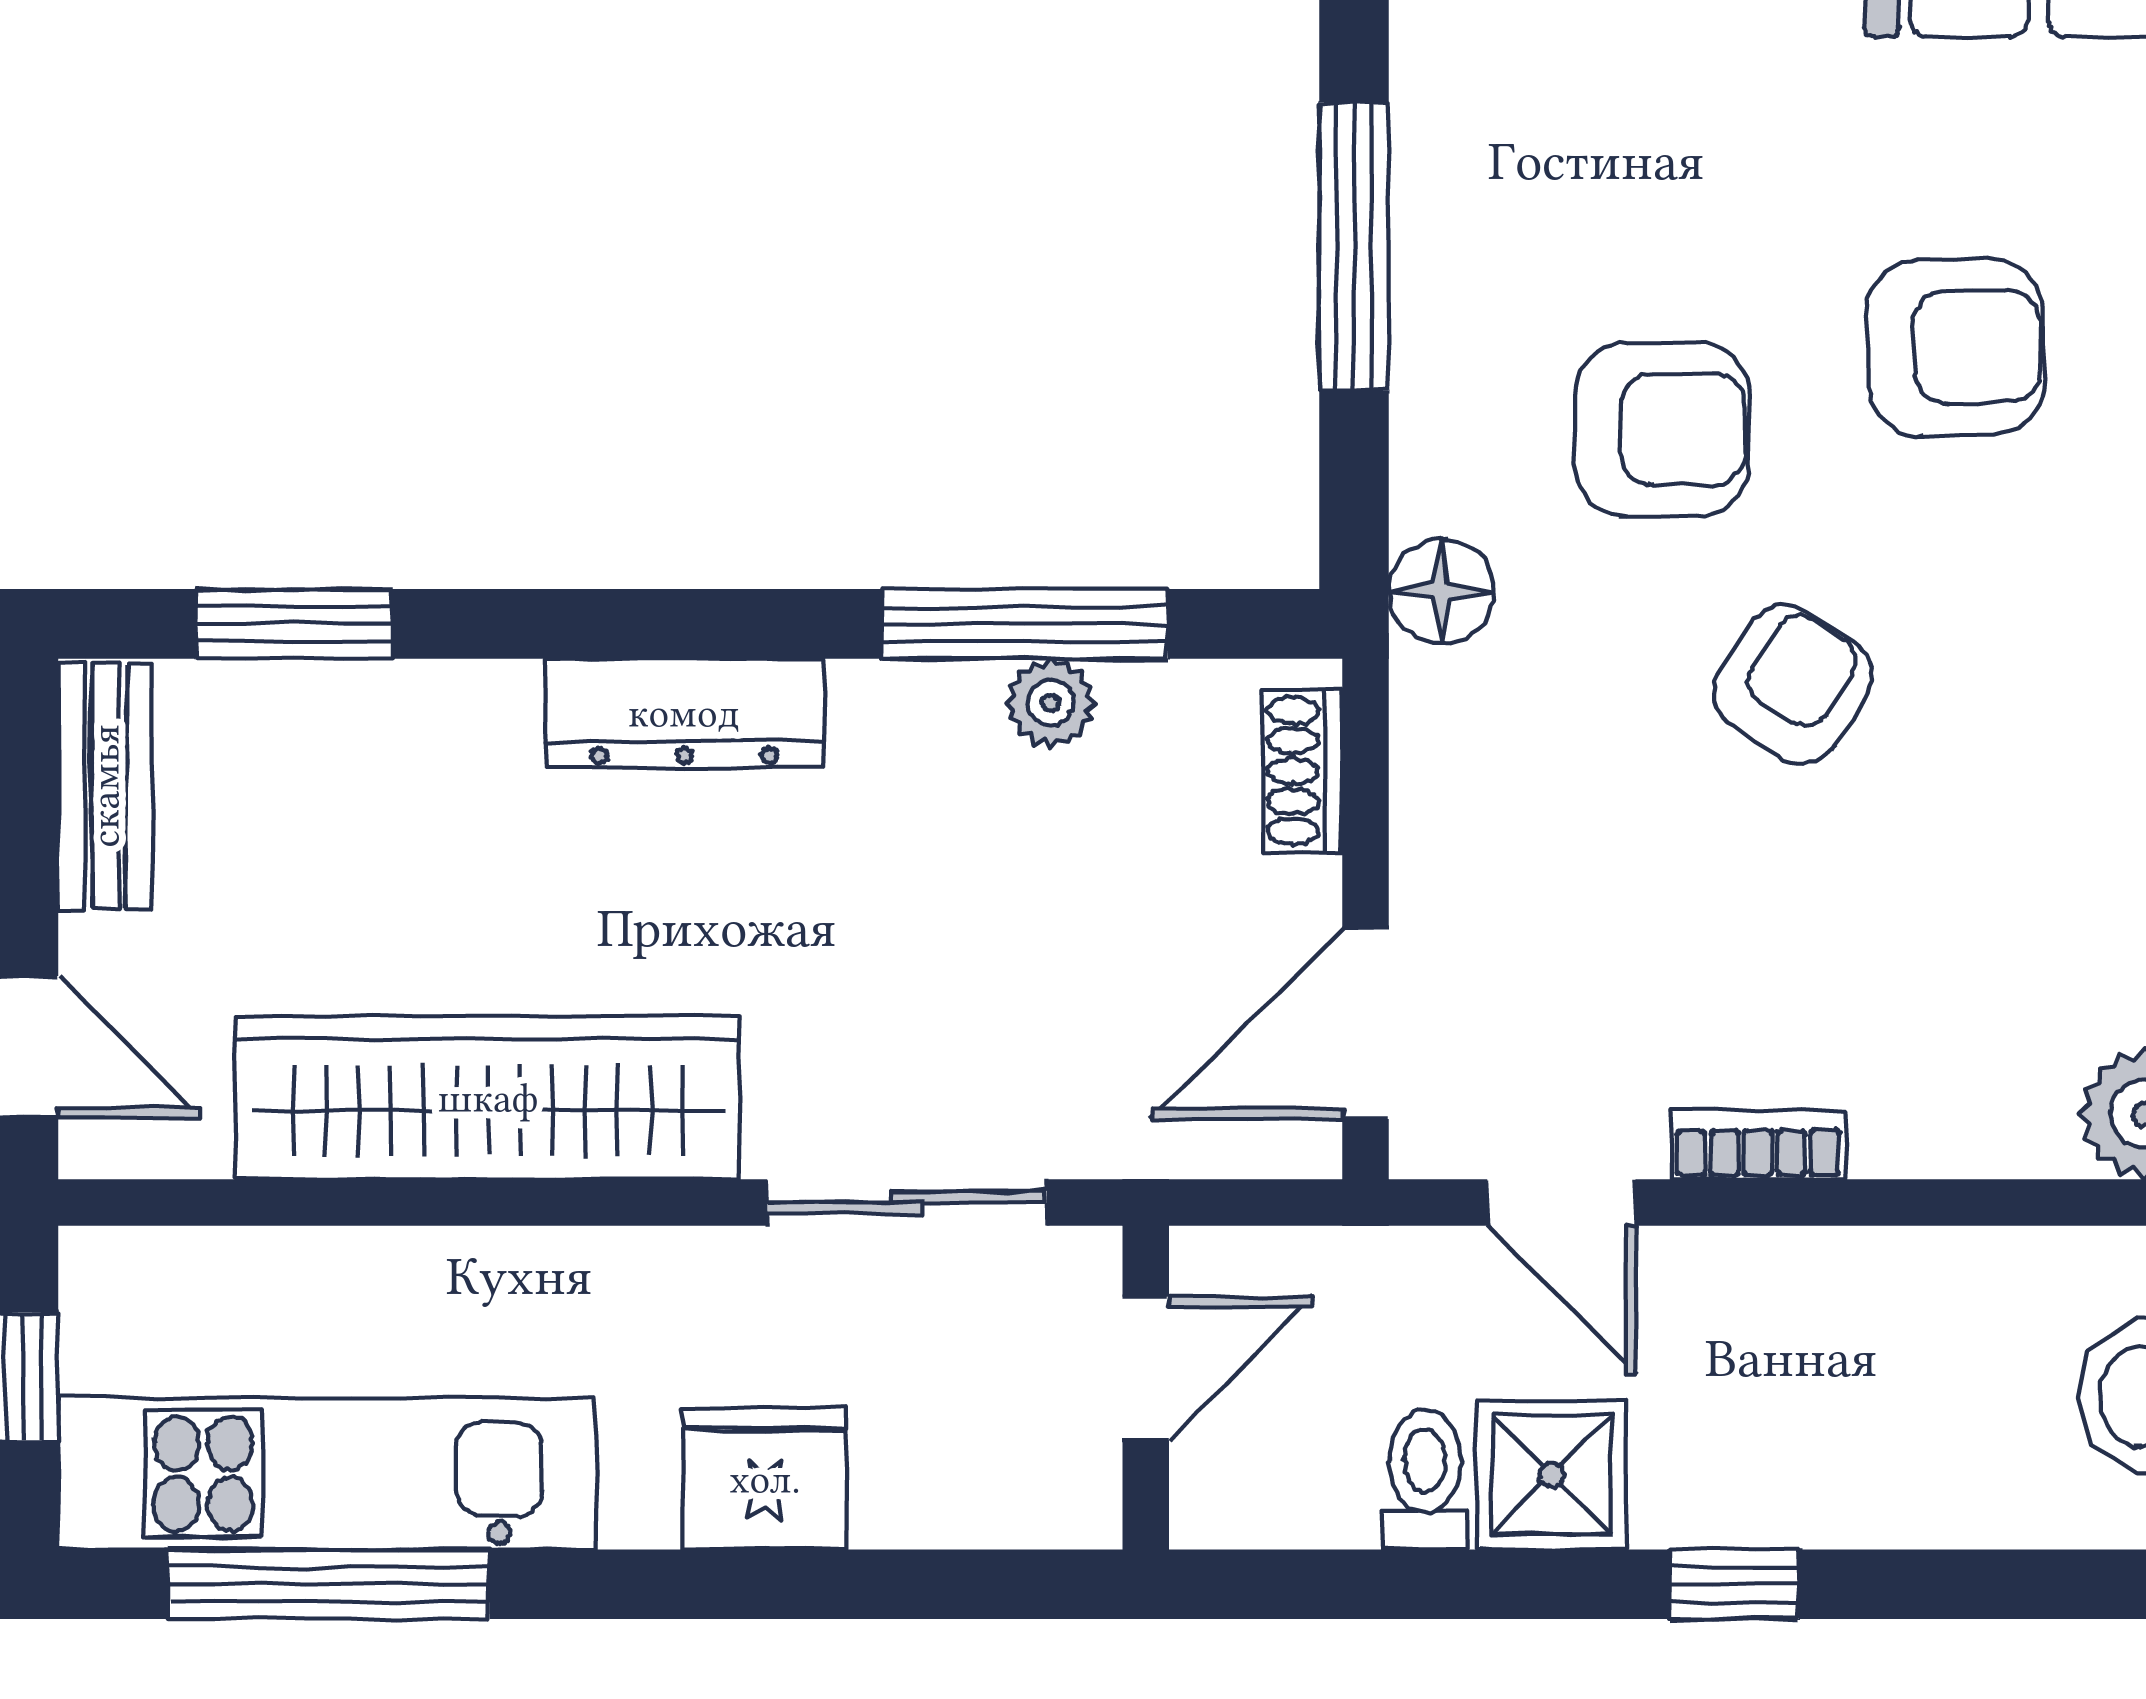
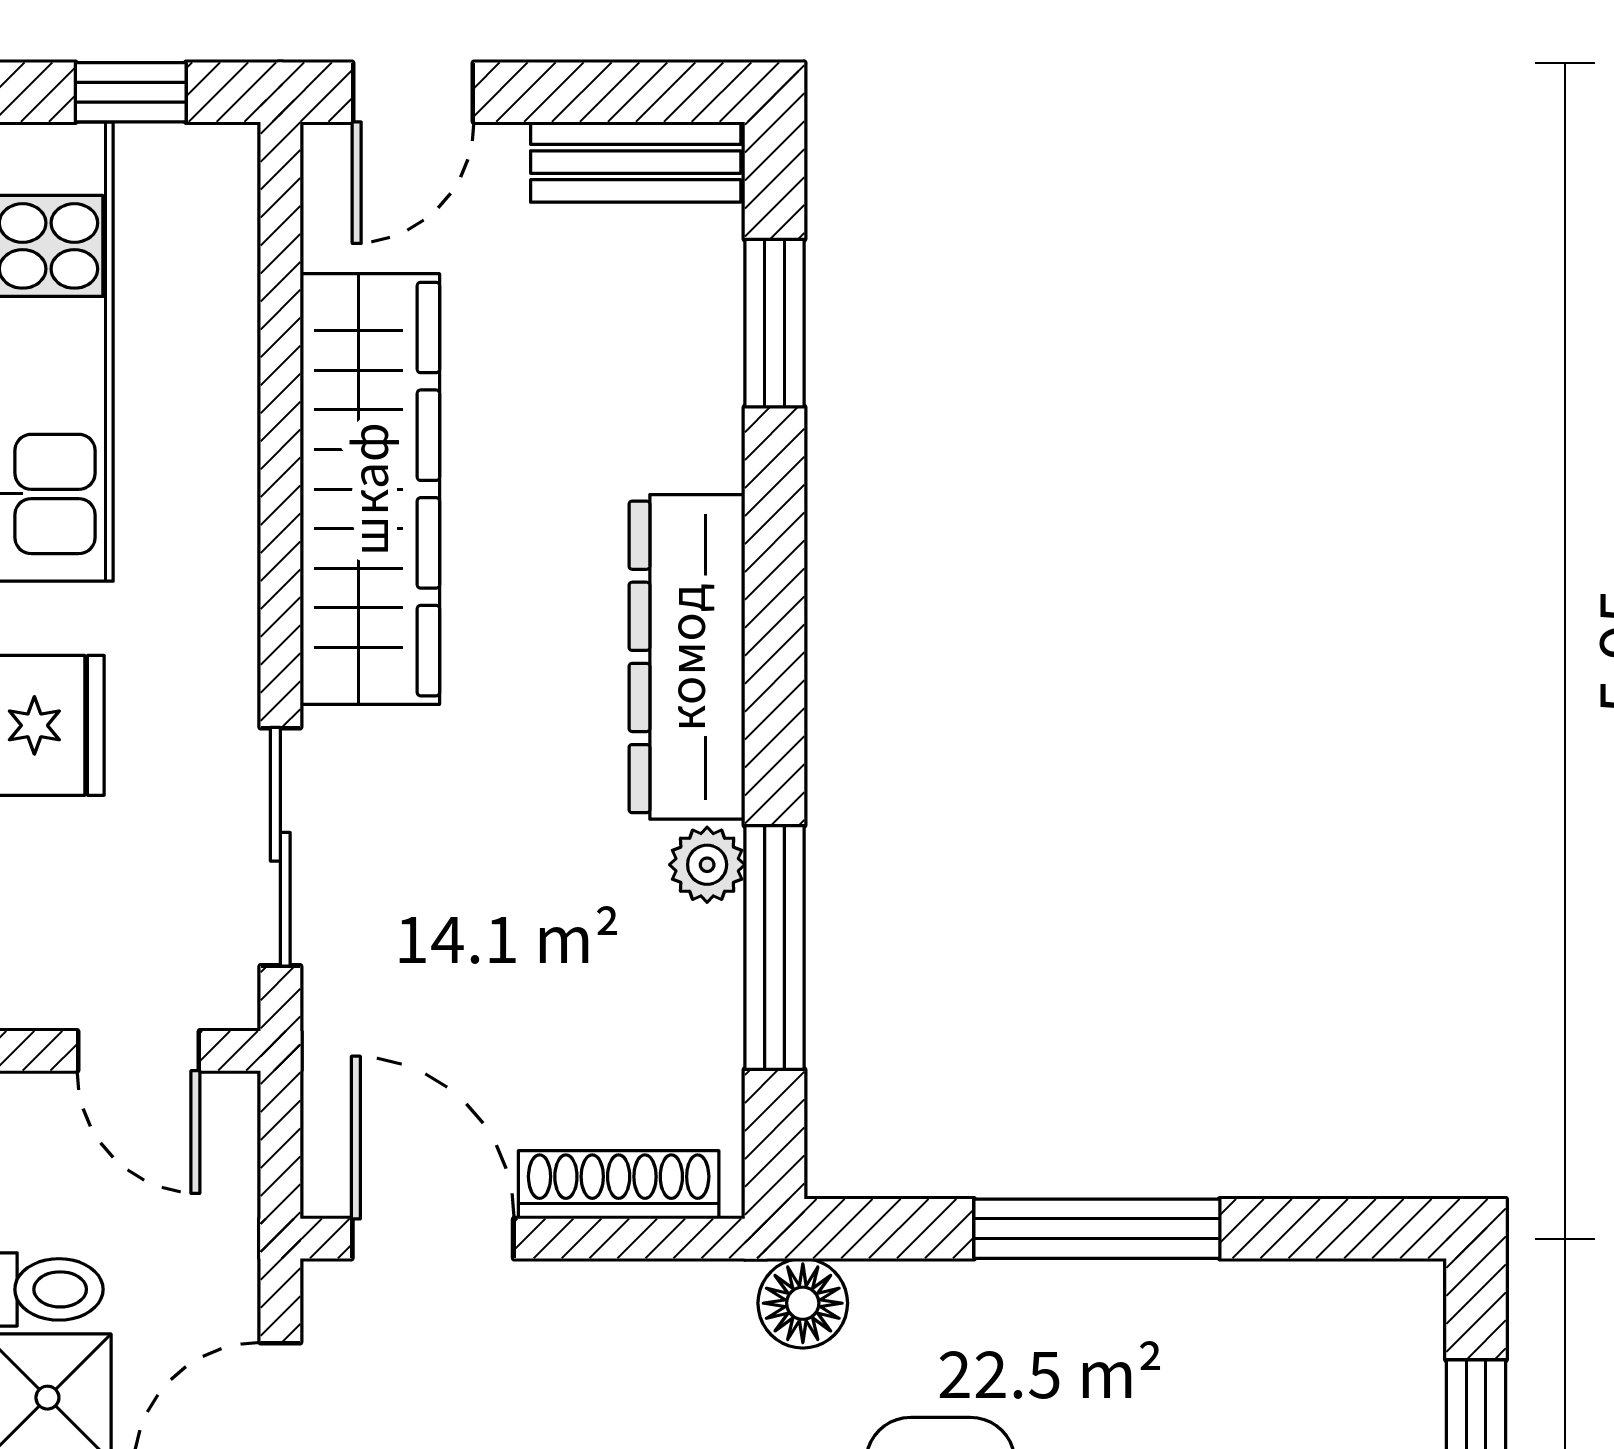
plant: (1051, 703) -> (707, 865), moved
dresser: (684, 713) -> (687, 657), width x1.37, depth x1.24
shoe rack: (1303, 771) -> (619, 1185), width x1.43

